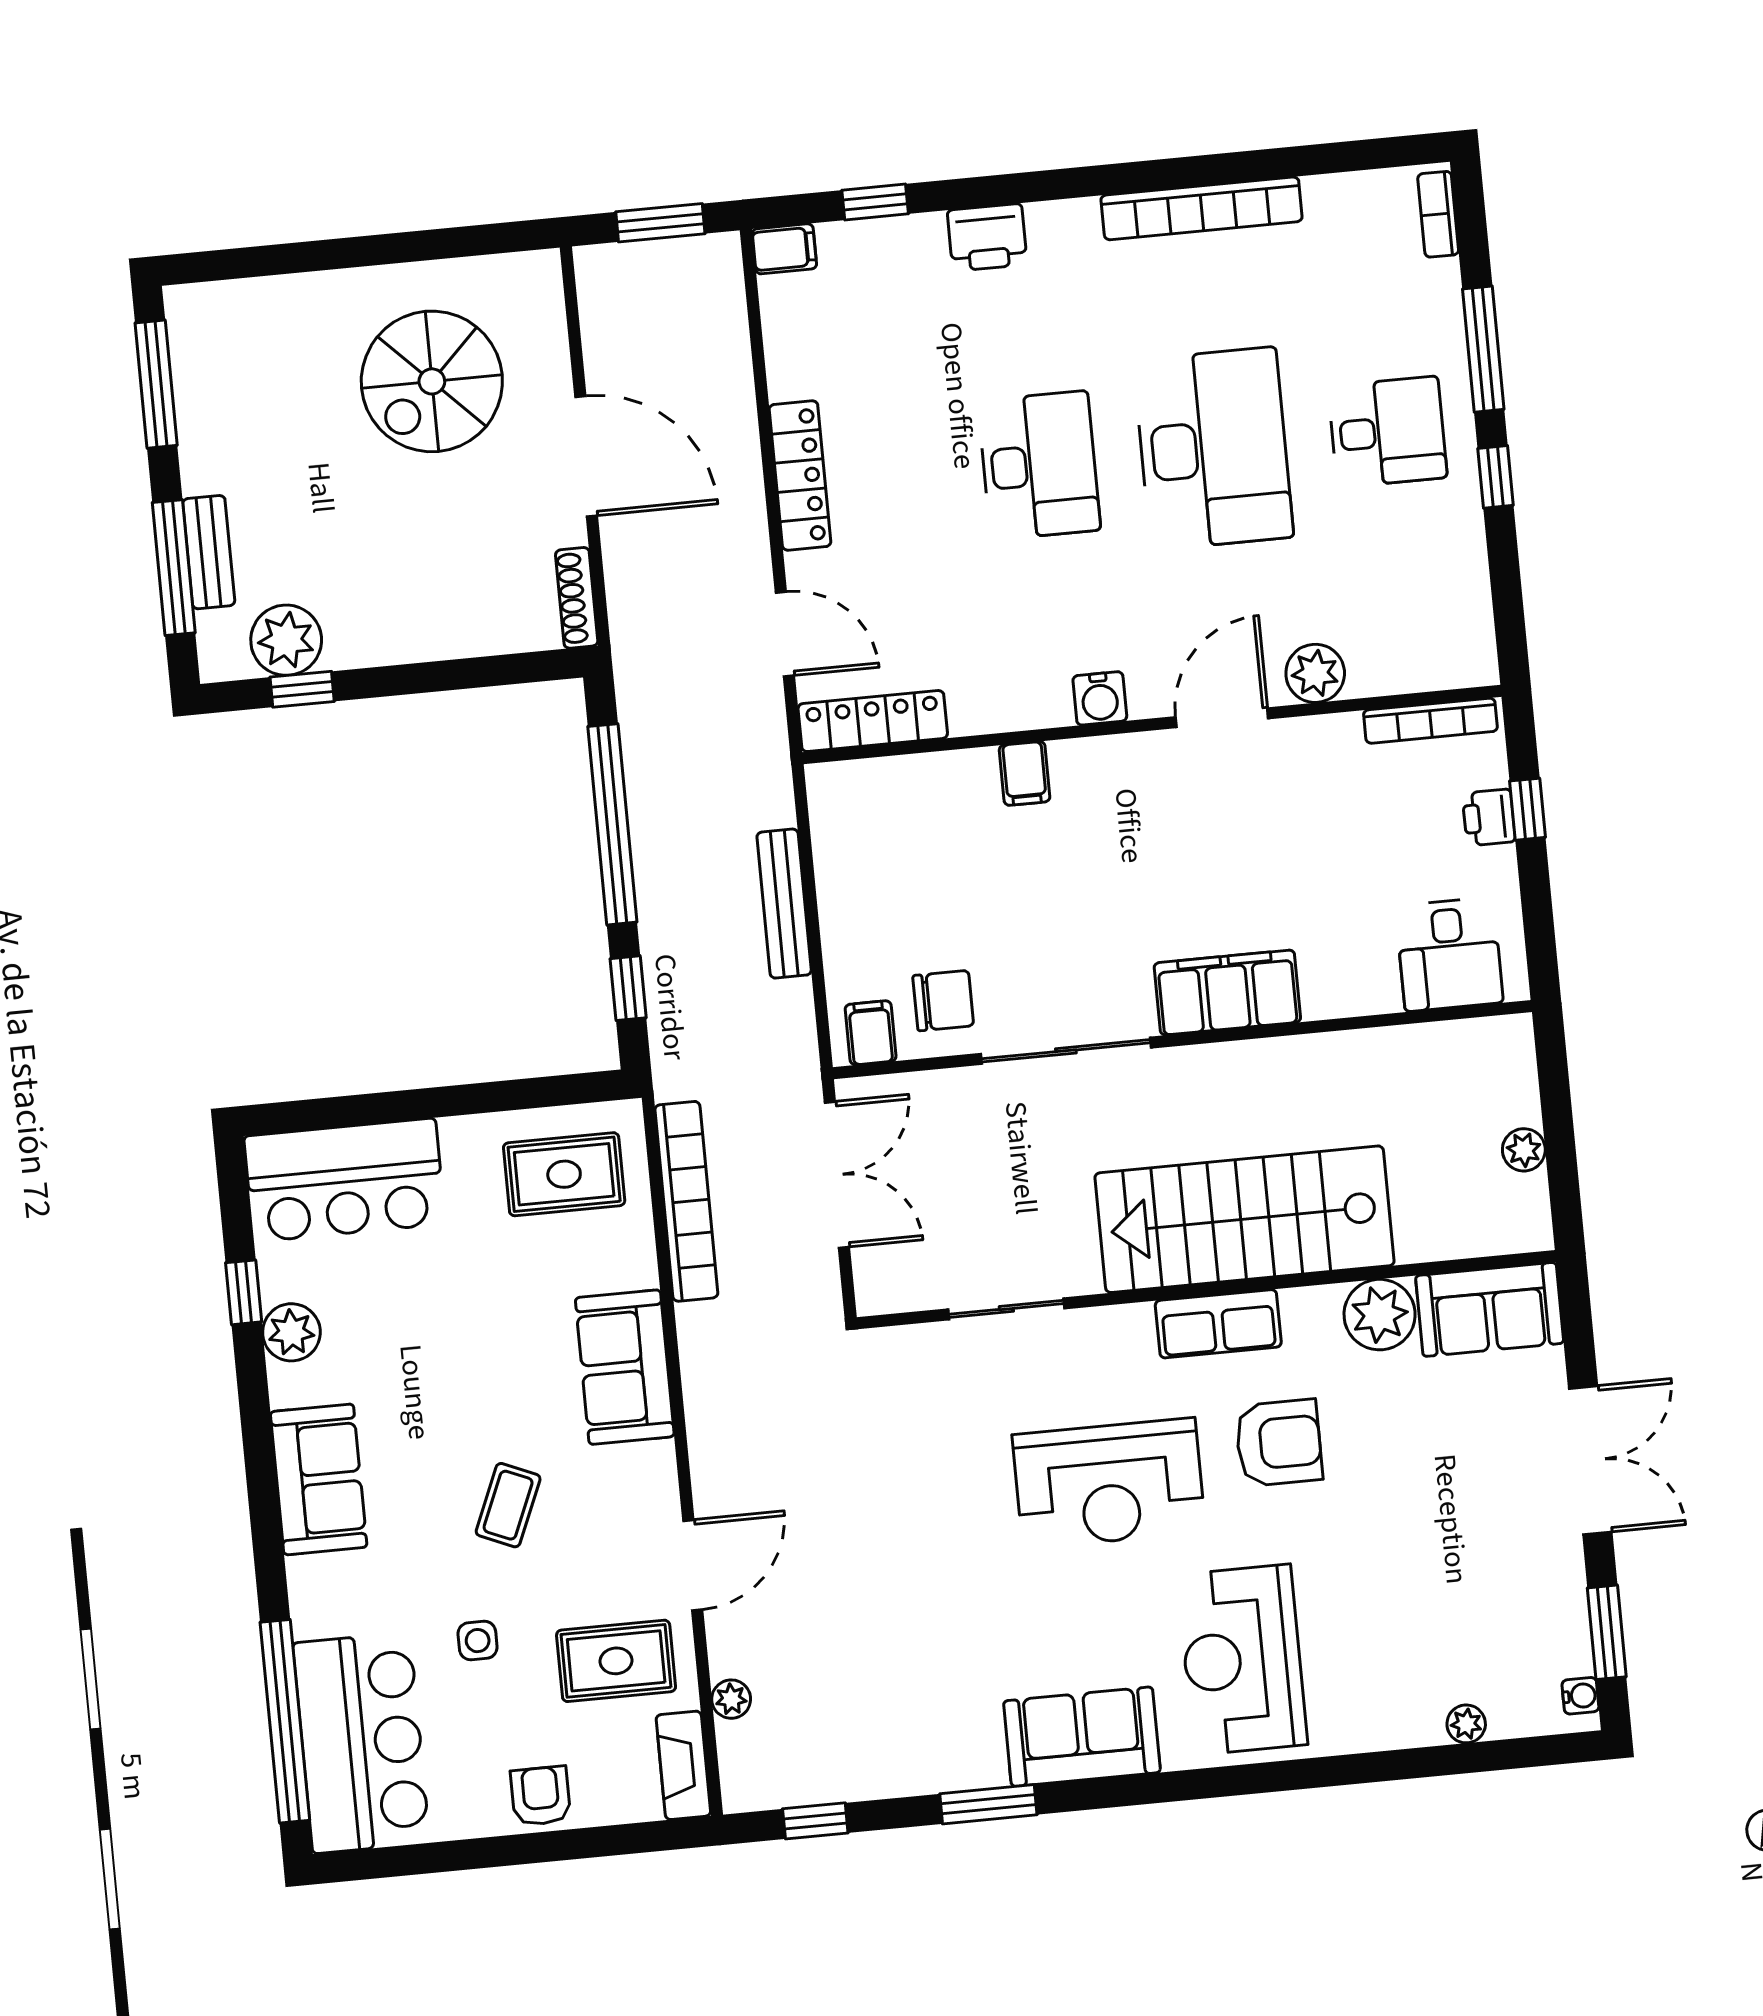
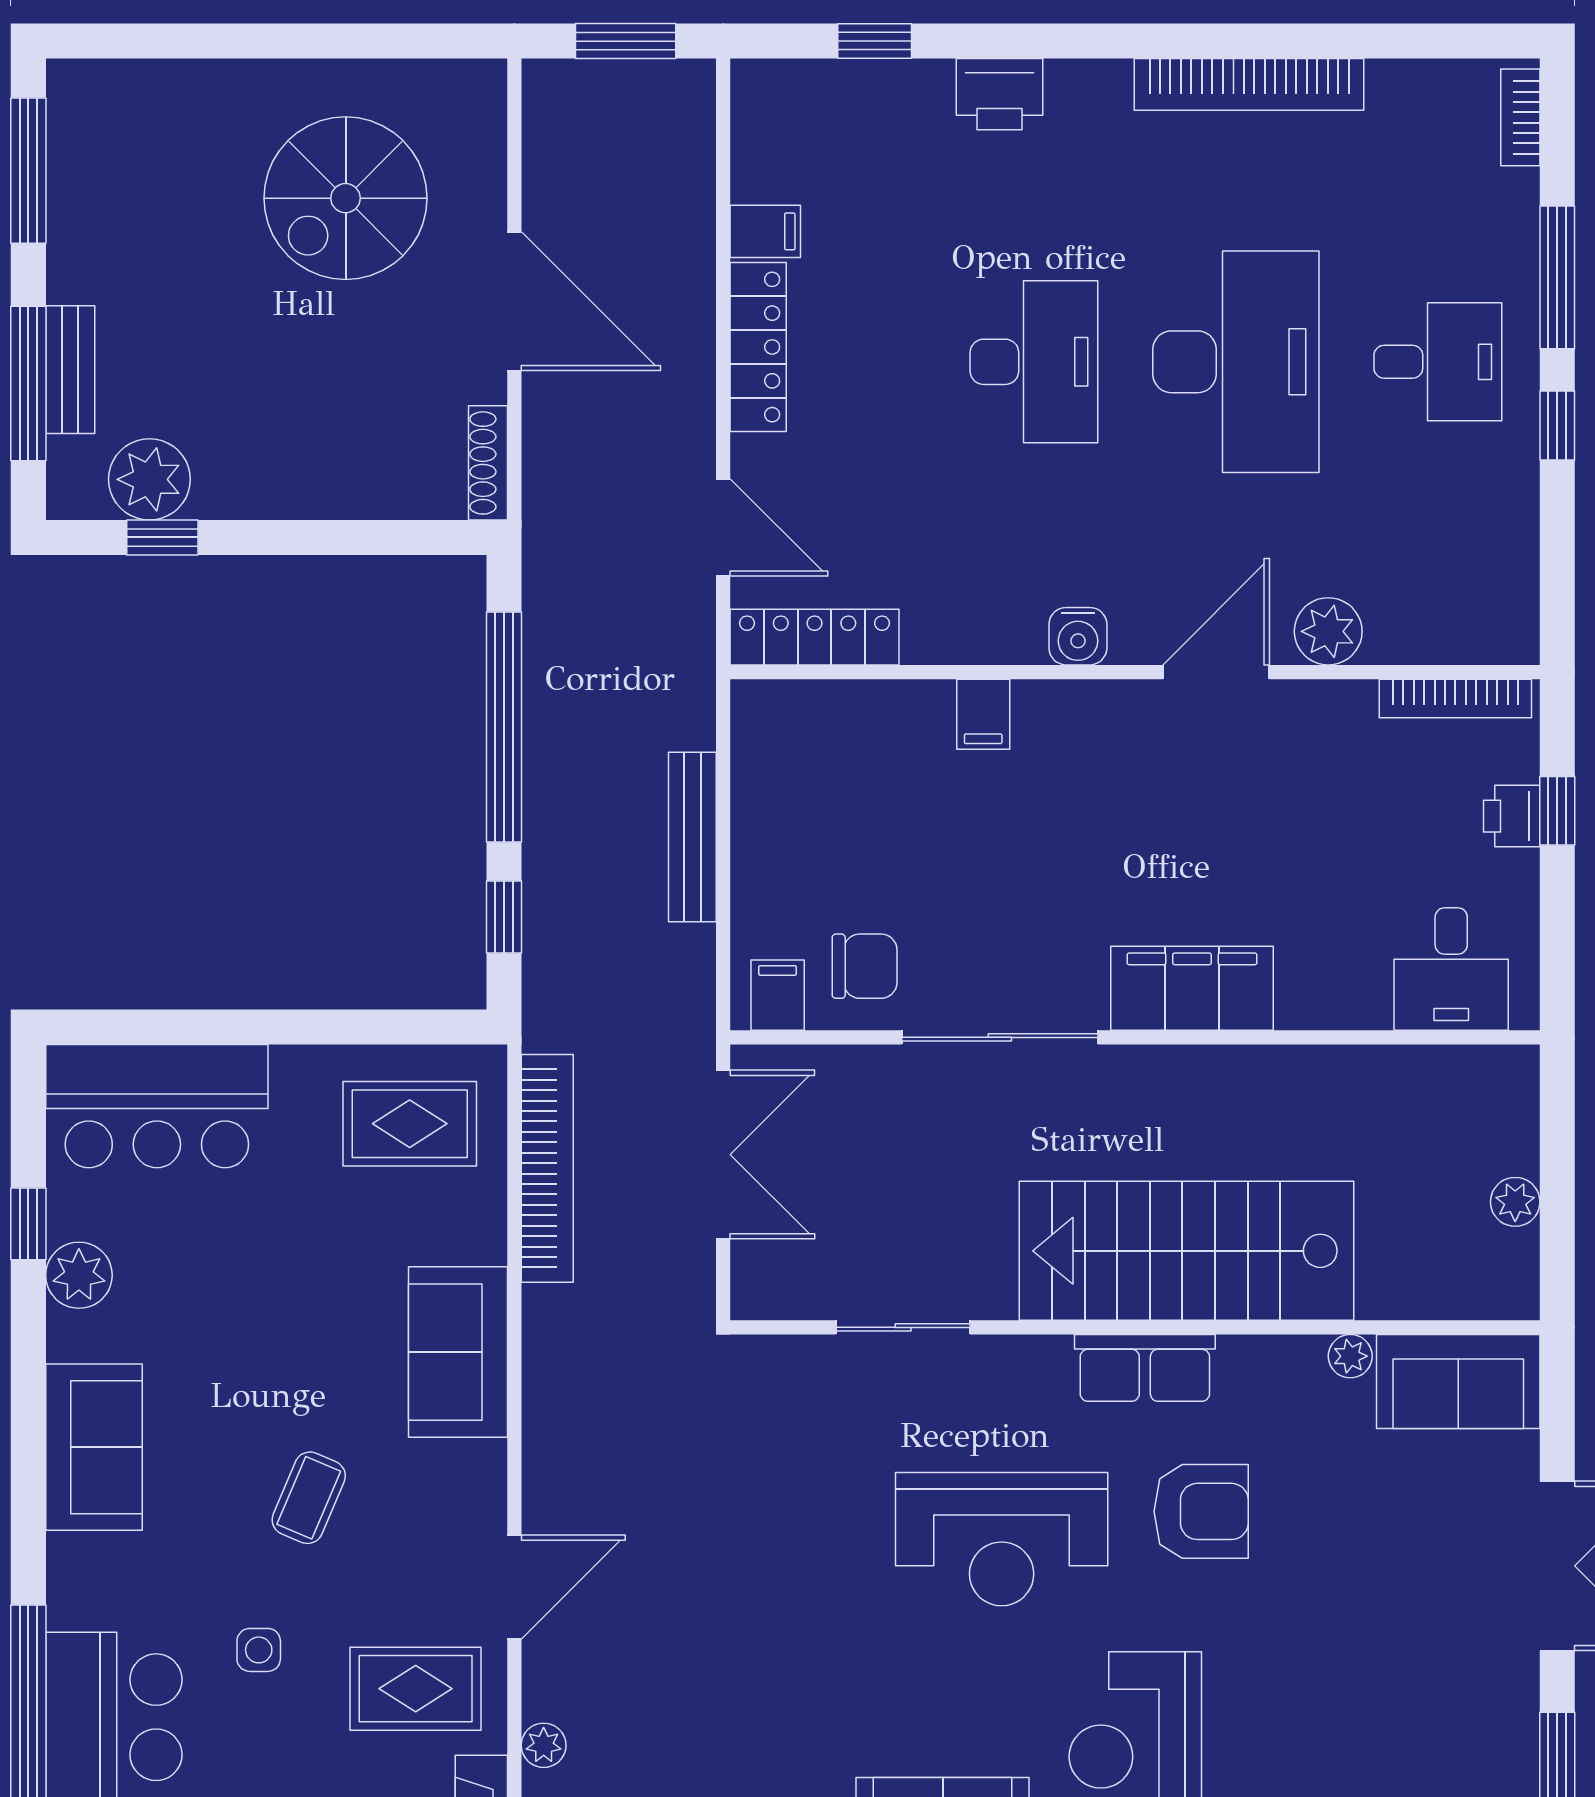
filing cabinet: (784, 249) -> (765, 231), moved
plant: (1380, 1315) -> (1350, 1356), width x0.53, depth x0.53

